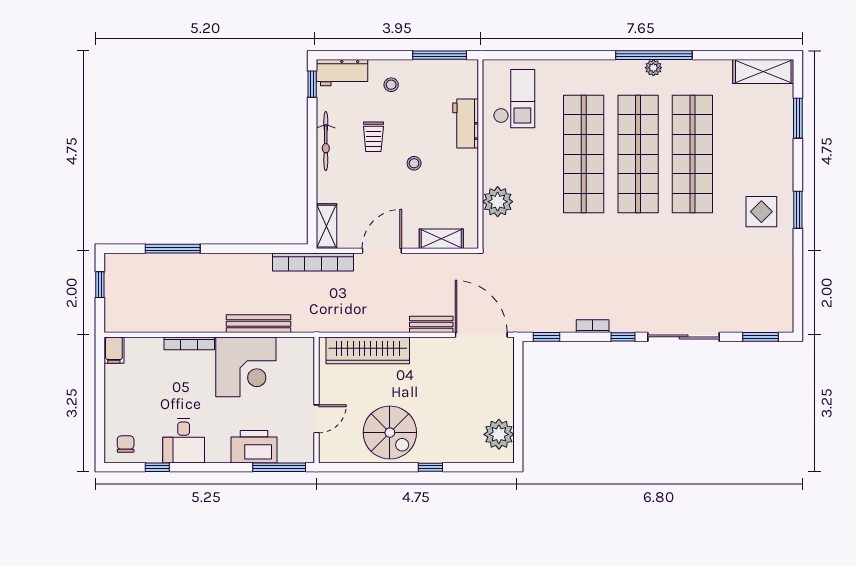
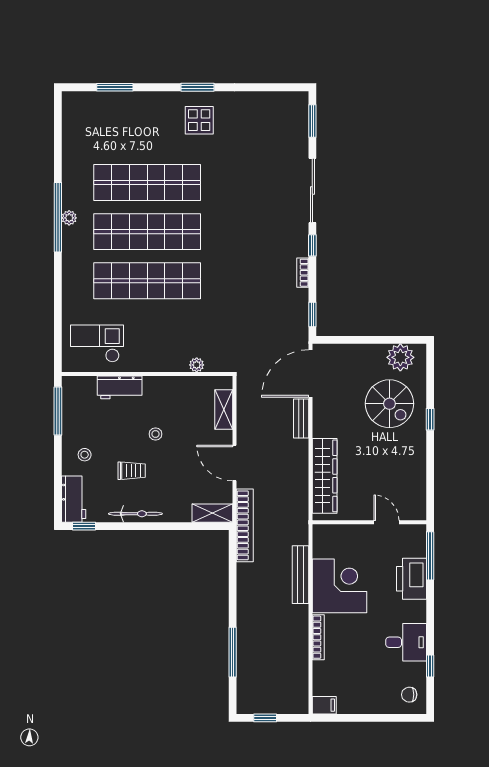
shelving: (763, 72) -> (73, 119), removed
plant: (498, 202) -> (197, 365), width x0.53, depth x0.53
spiral stairs: (390, 433) -> (389, 404), moved, turned 90

